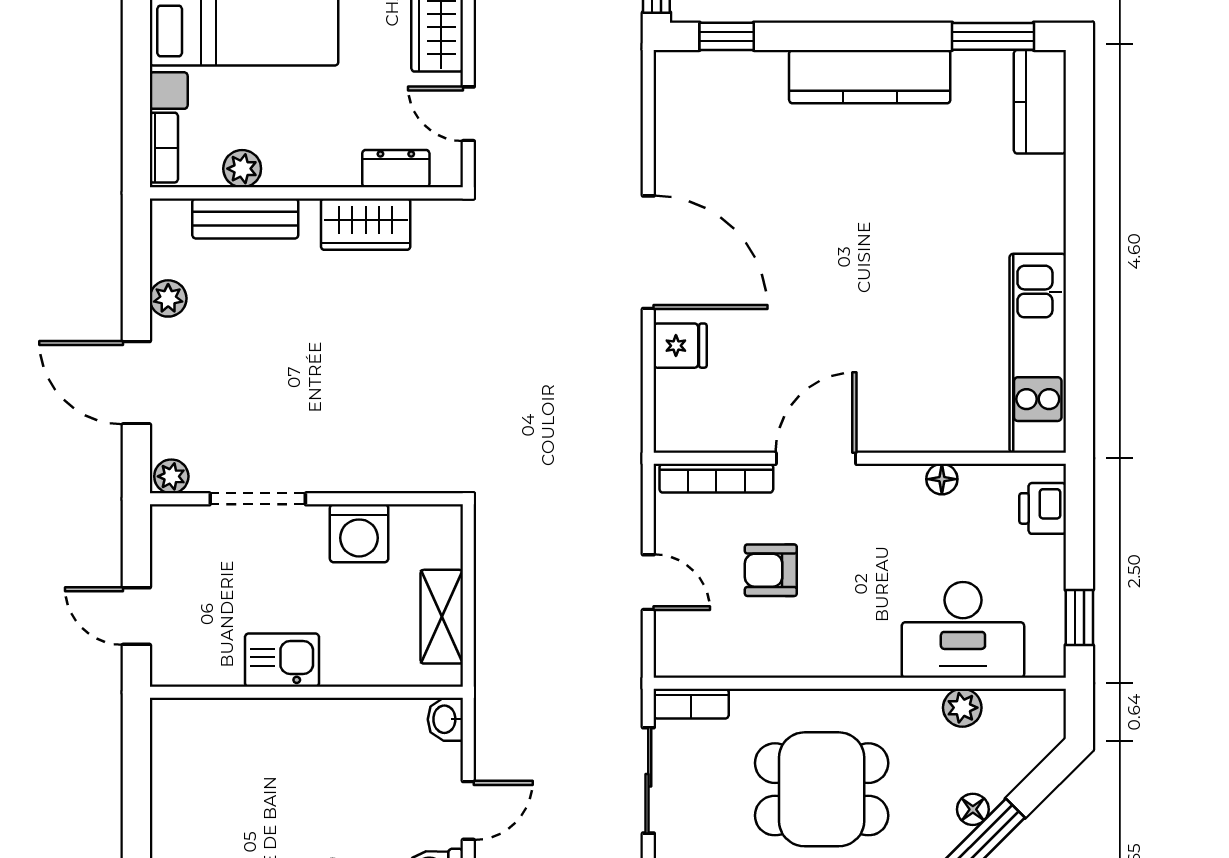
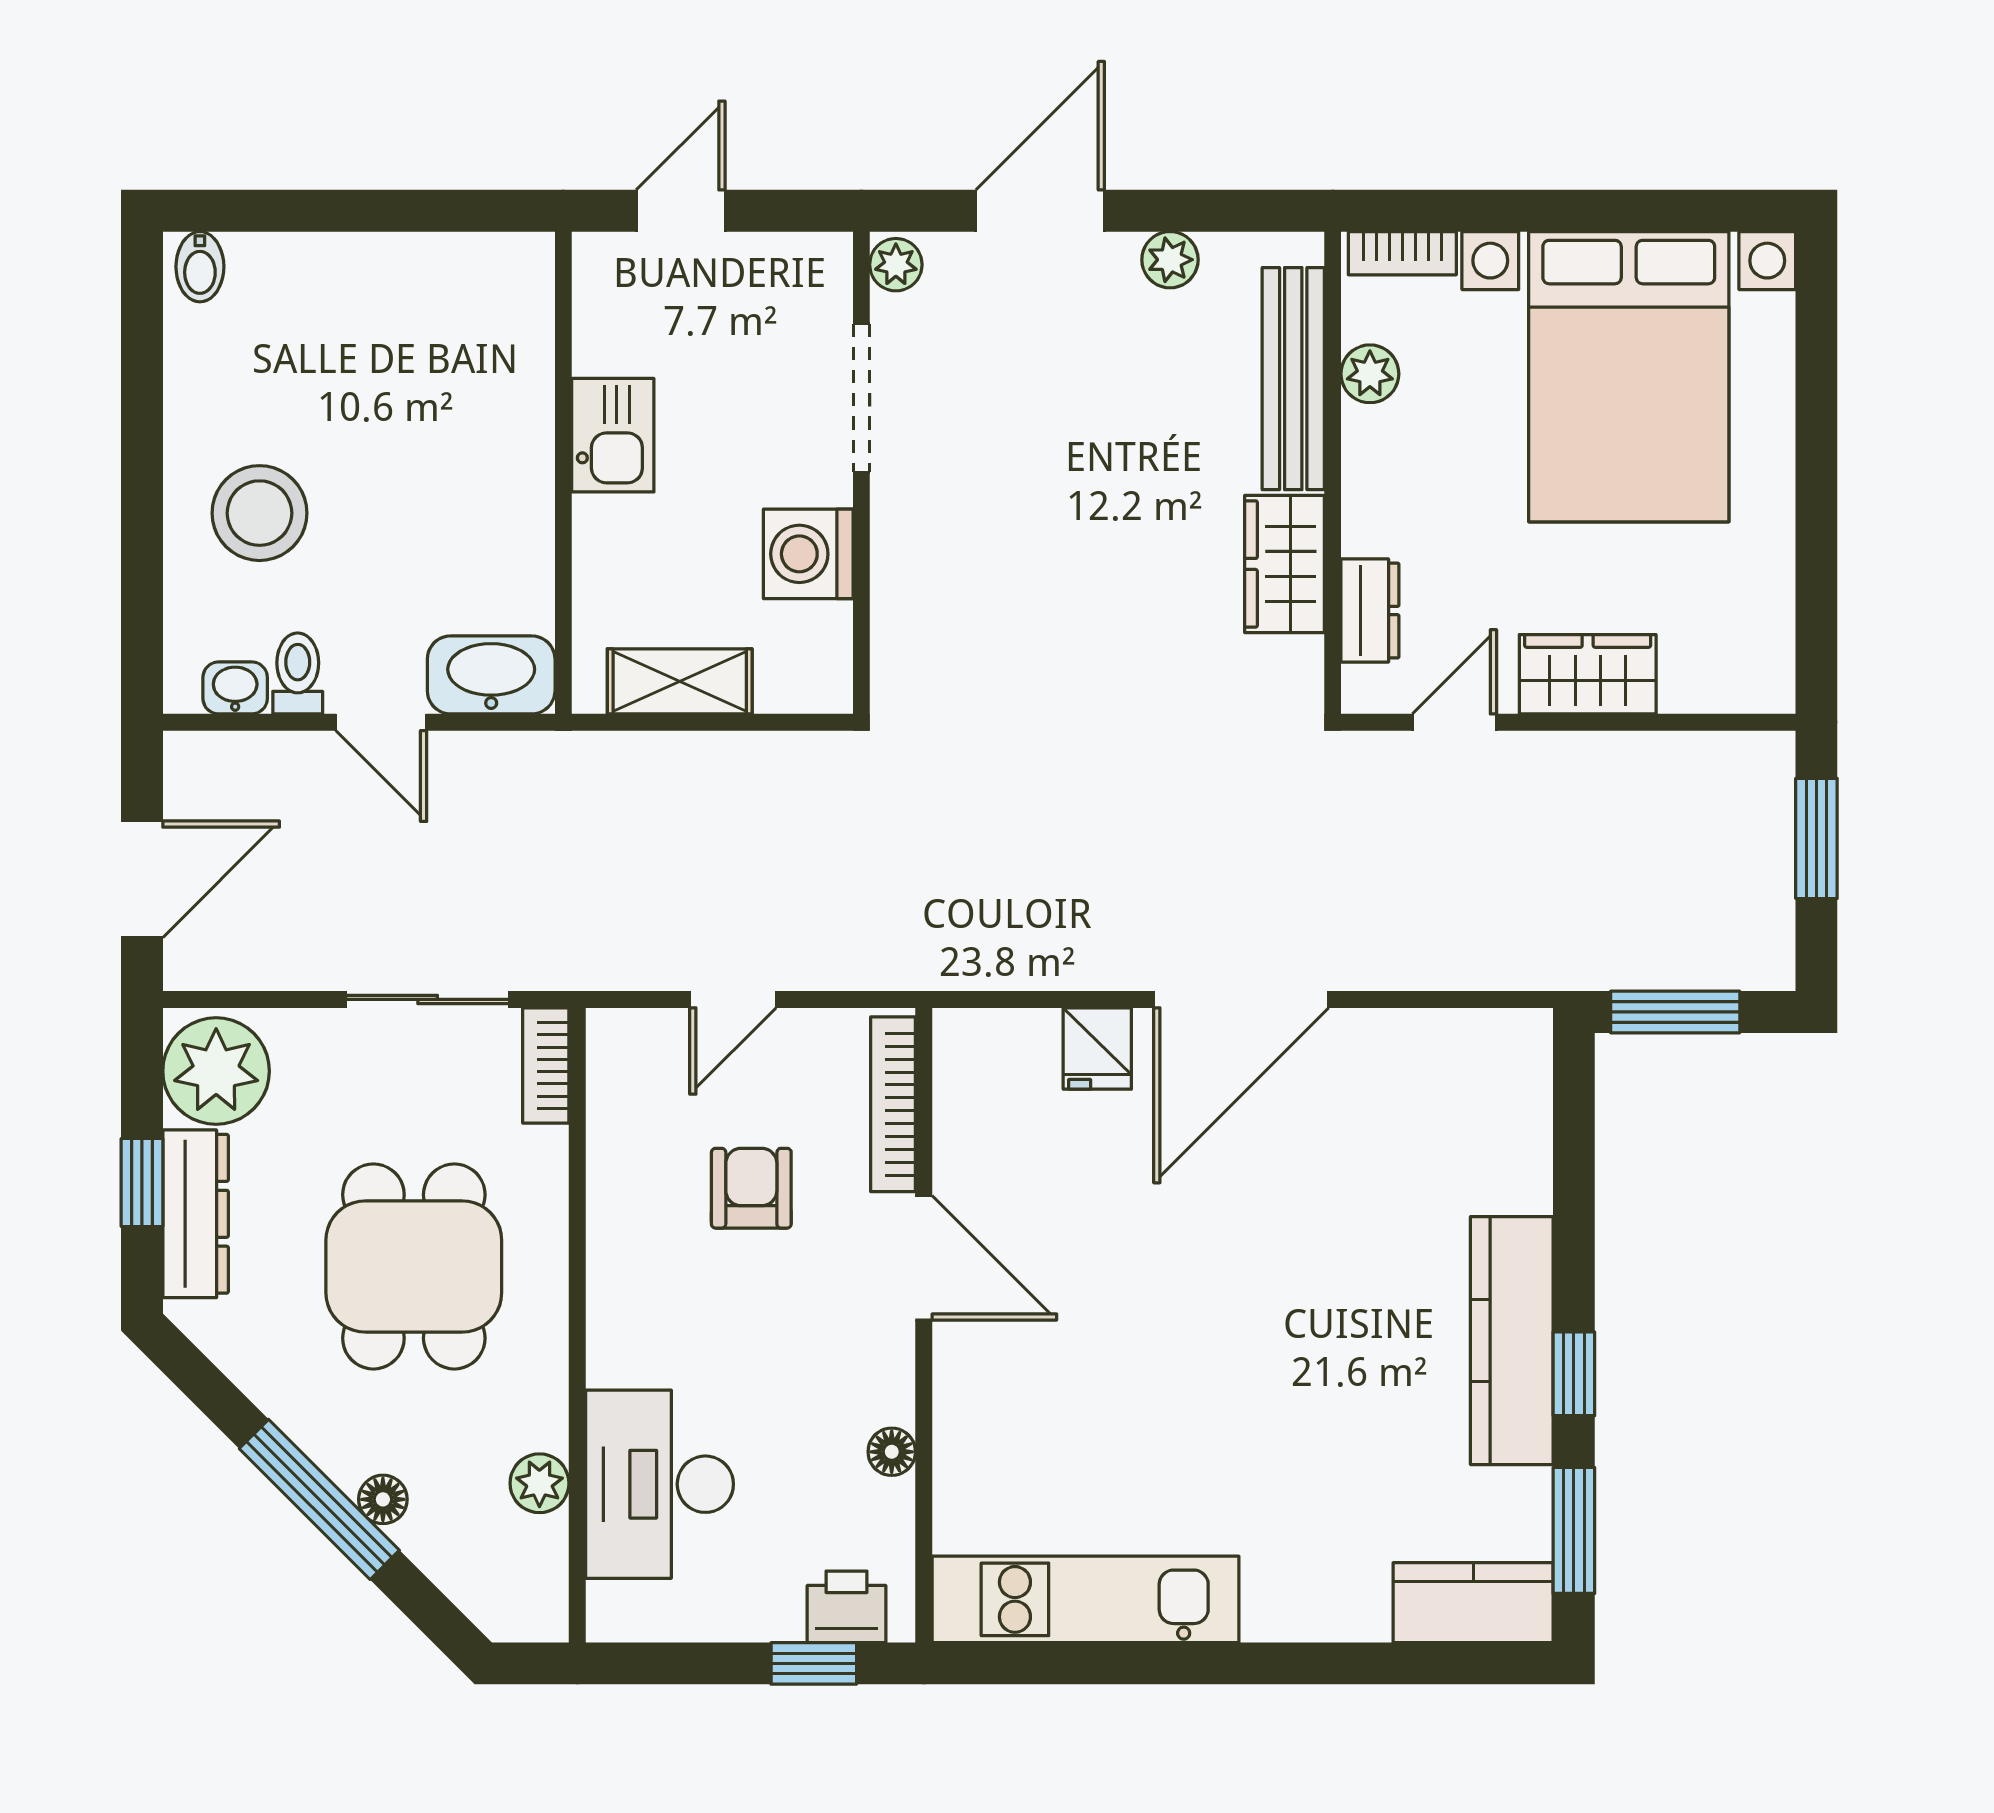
window: (727, 36) -> (1574, 1374), moved
bench: (245, 218) -> (1293, 379), width x1.36
window: (1079, 617) -> (814, 1663), moved
washbasin: (445, 719) -> (491, 675), width x1.91, depth x1.45

